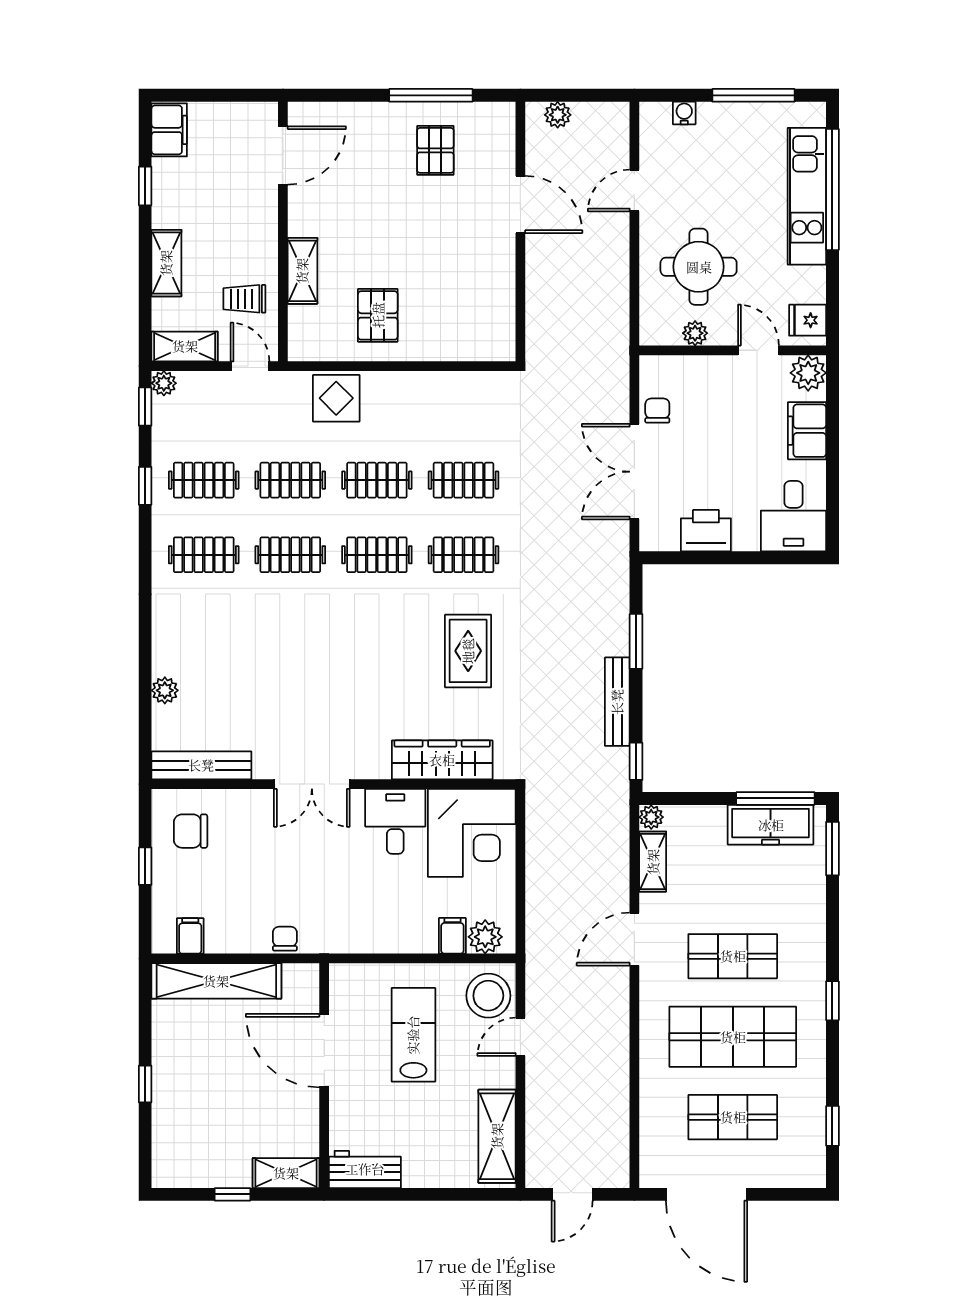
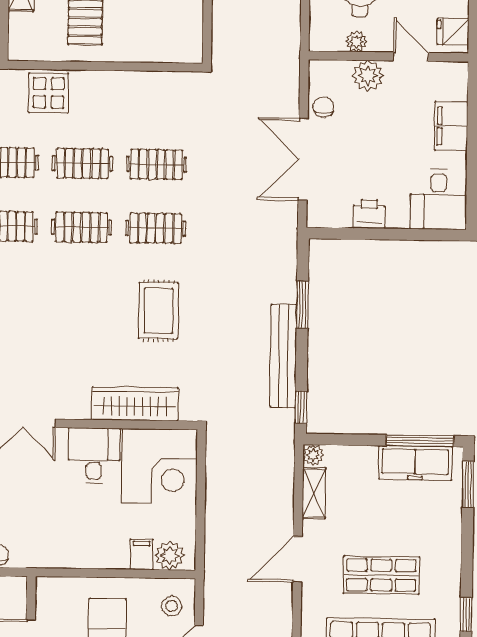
plant: (808, 373) -> (368, 76), moved
printer: (706, 531) -> (369, 214), width x0.73, depth x0.81
bench: (617, 702) -> (283, 356), width x1.37, depth x1.21
stool: (488, 996) -> (172, 606), width x0.53, depth x0.53

